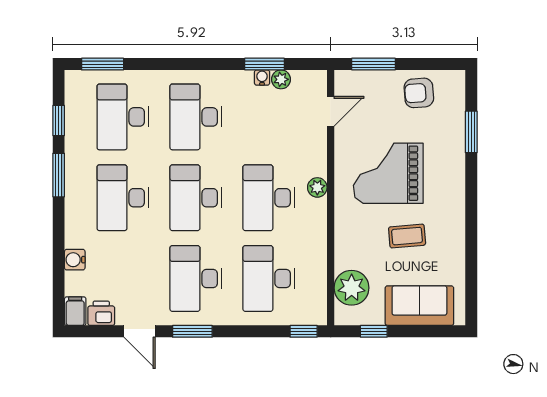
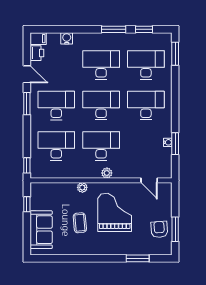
window: (374, 64) -> (175, 229), moved
plant: (281, 79) -> (167, 153), removed
plant: (352, 288) -> (82, 187), moved, width x0.53, depth x0.53
door: (139, 331) -> (27, 74), swing flipped

